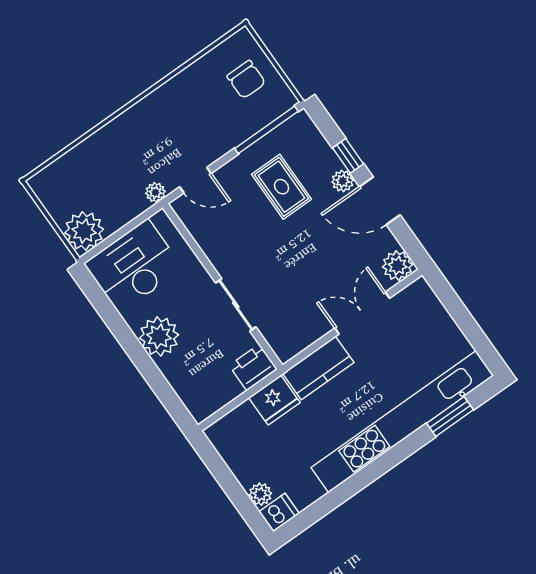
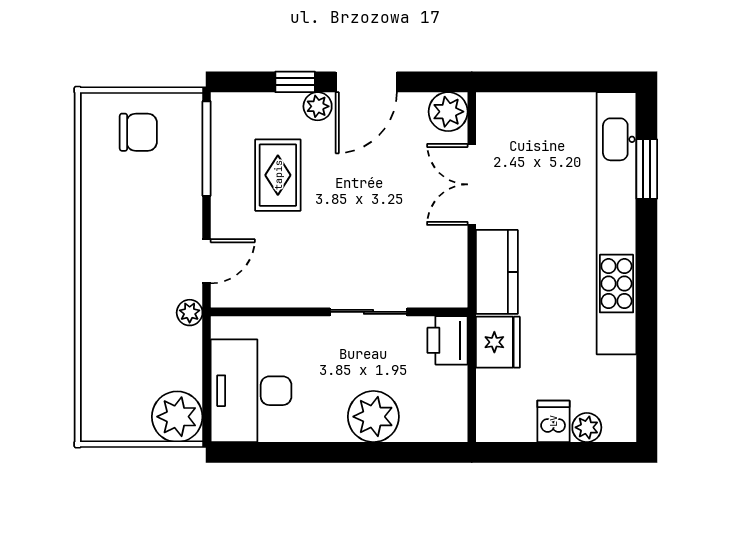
rug: (282, 187) -> (278, 175), turned 90
plant: (159, 336) -> (373, 417), moved
dishwasher: (279, 513) -> (553, 421), moved

